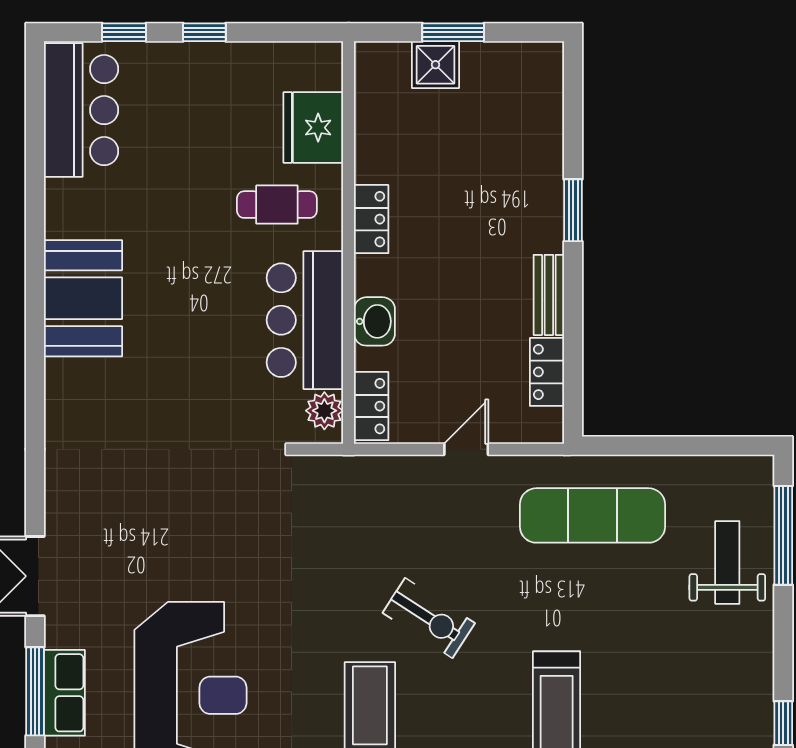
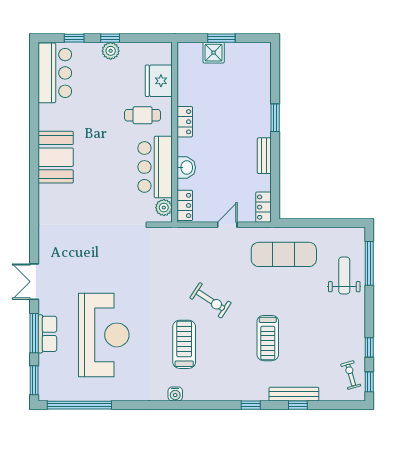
plant: (206, 61) -> (111, 51), added
locker: (547, 372) -> (263, 207), moved

